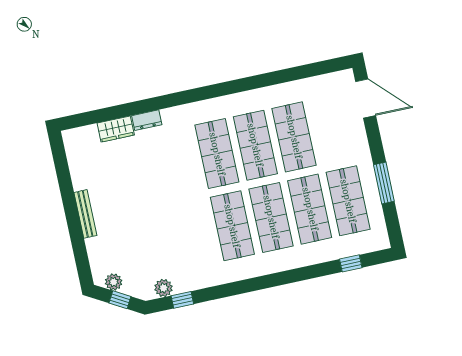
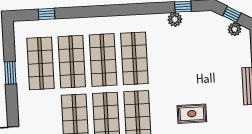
rug: (150, 168) -> (192, 114), added
window: (384, 183) -> (10, 73), width x0.69
plant: (163, 288) -> (175, 19), moved

